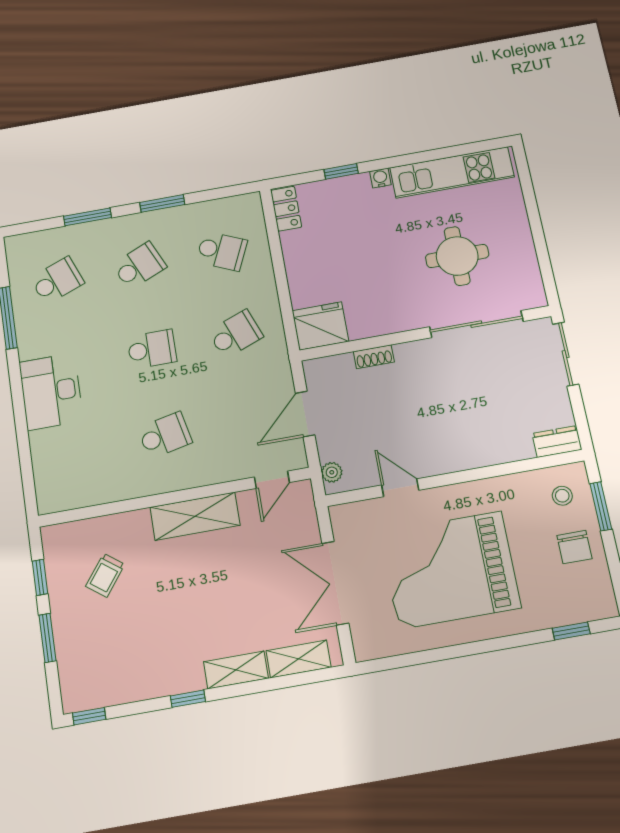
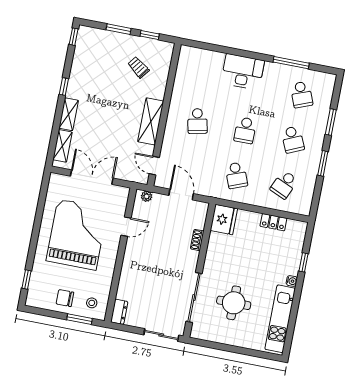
locker: (286, 209) -> (273, 222), moved

